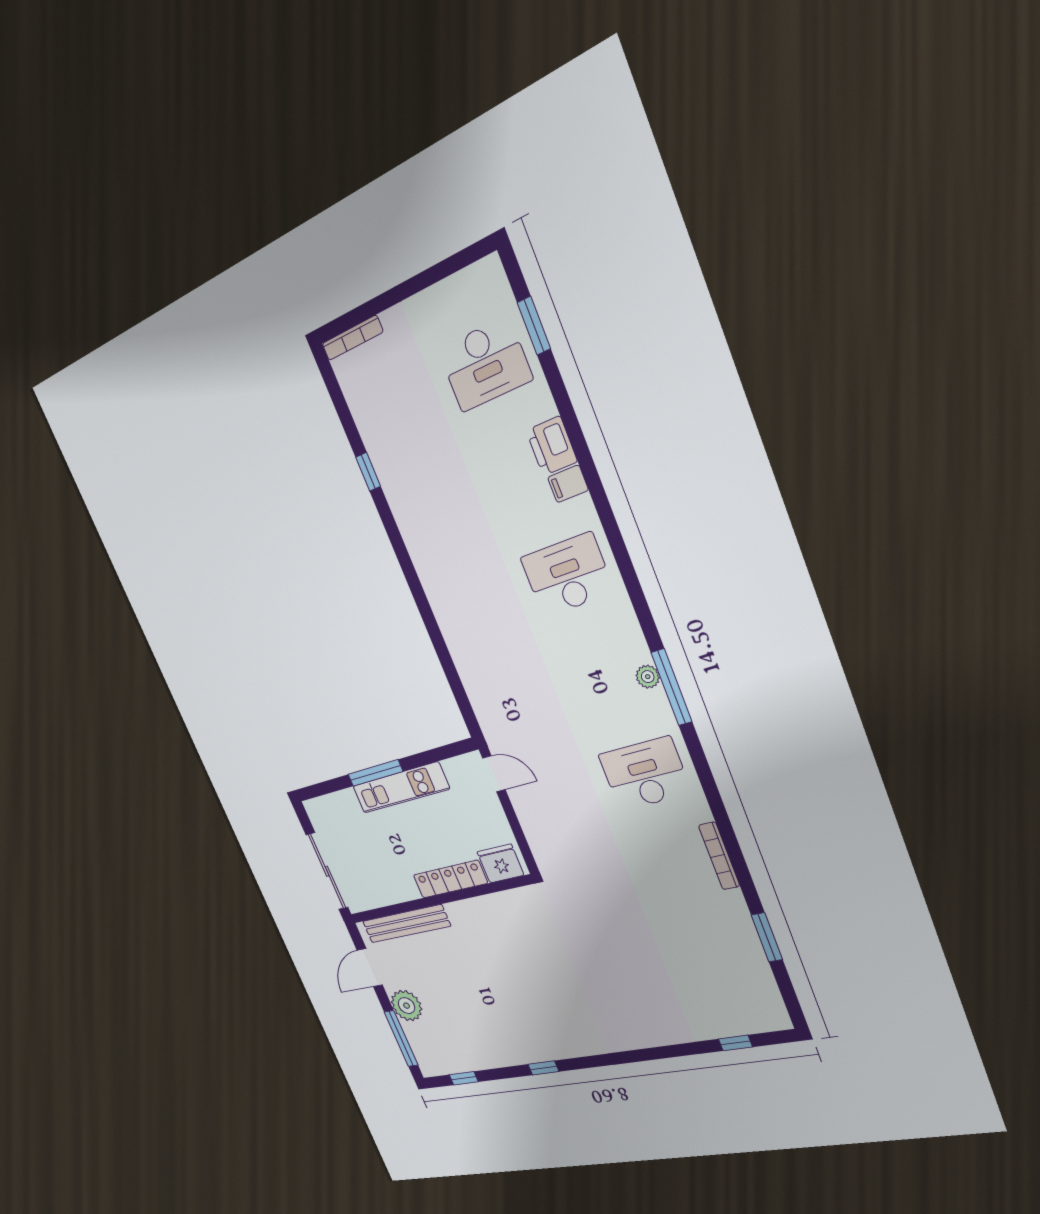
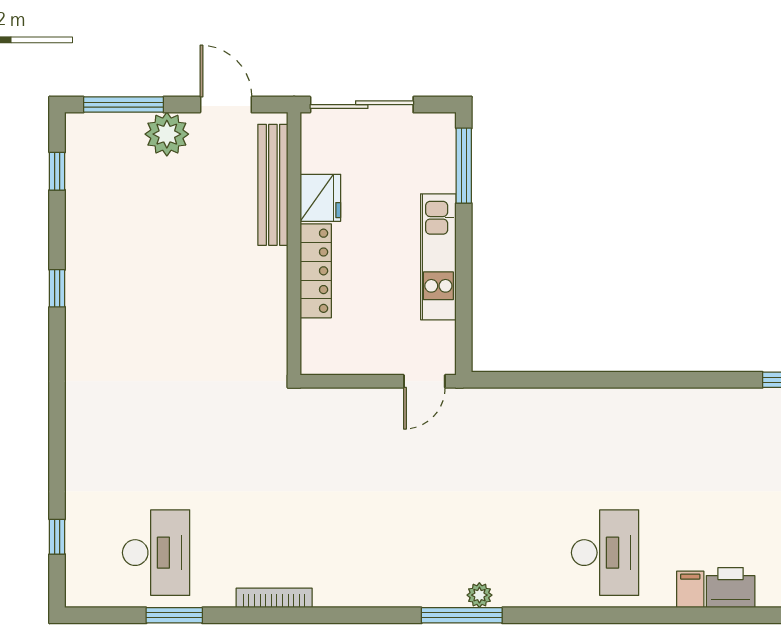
window: (375, 773) -> (464, 166), moved
desk: (645, 774) -> (156, 553), moved
fridge: (500, 863) -> (320, 198), moved

